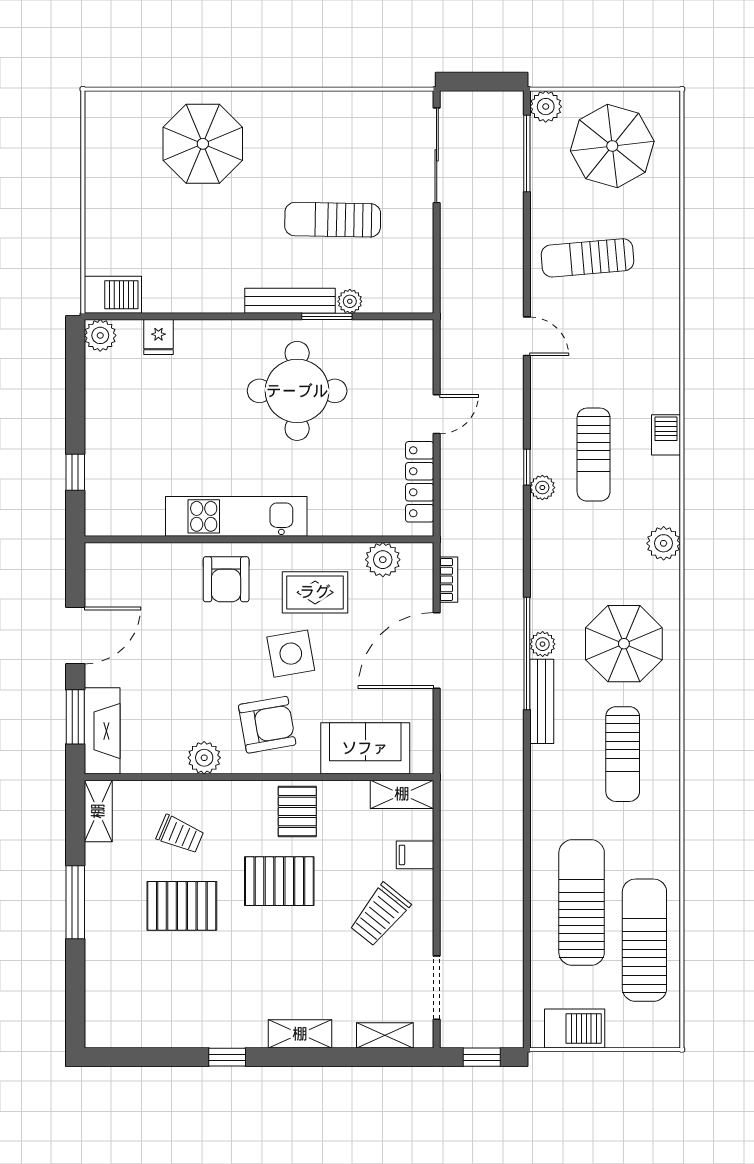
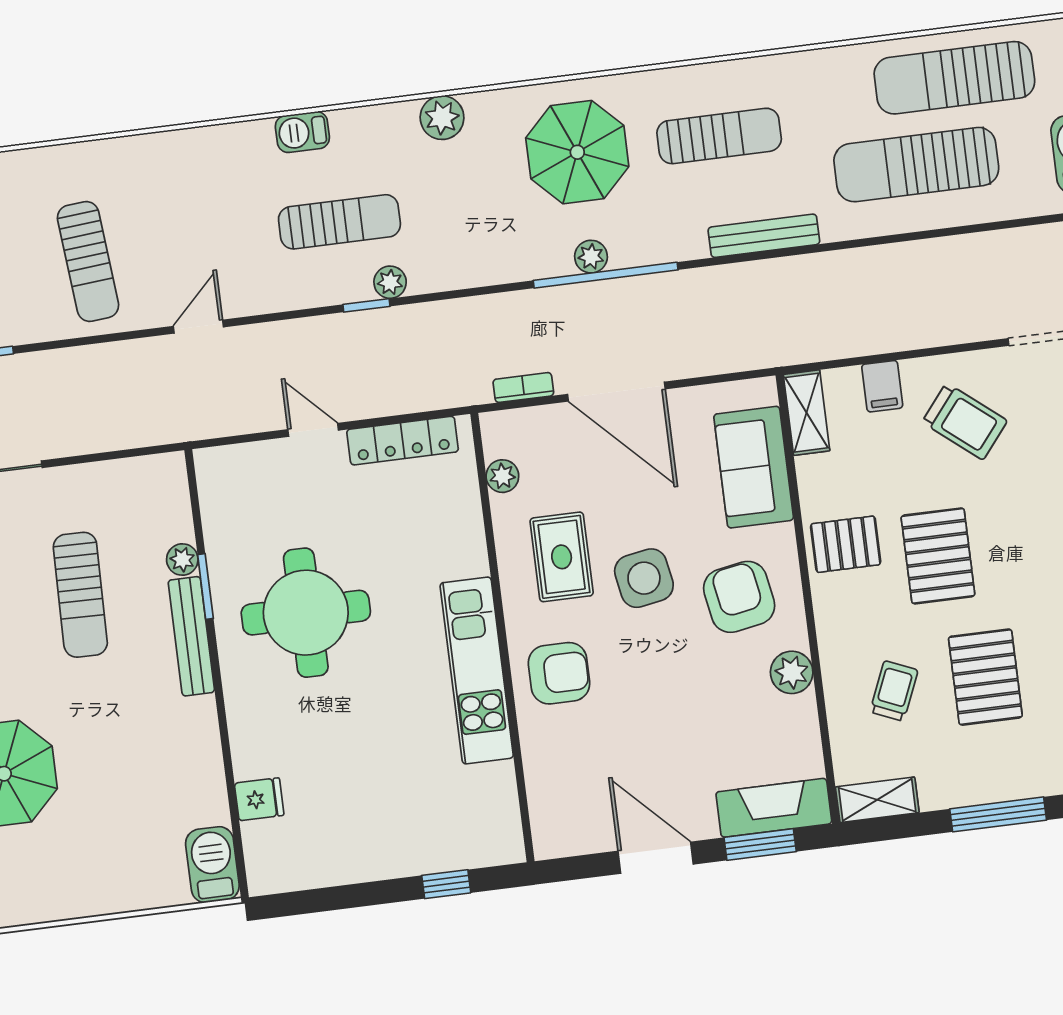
plant: (100, 335) -> (267, 874), removed
plant: (383, 560) -> (502, 476), width x0.73, depth x0.73
bench: (542, 701) -> (764, 236), moved

